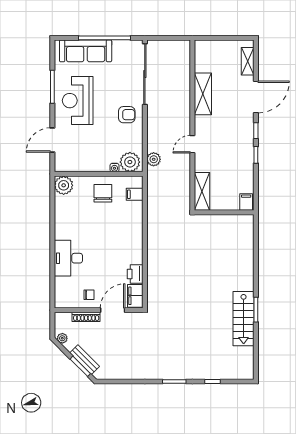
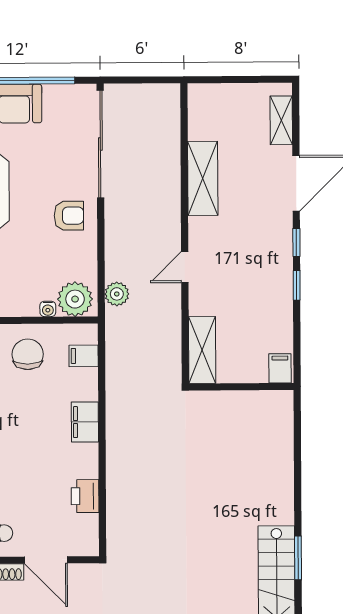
filing cabinet: (135, 296) -> (85, 422), moved
door: (113, 310) -> (46, 560), swing flipped

